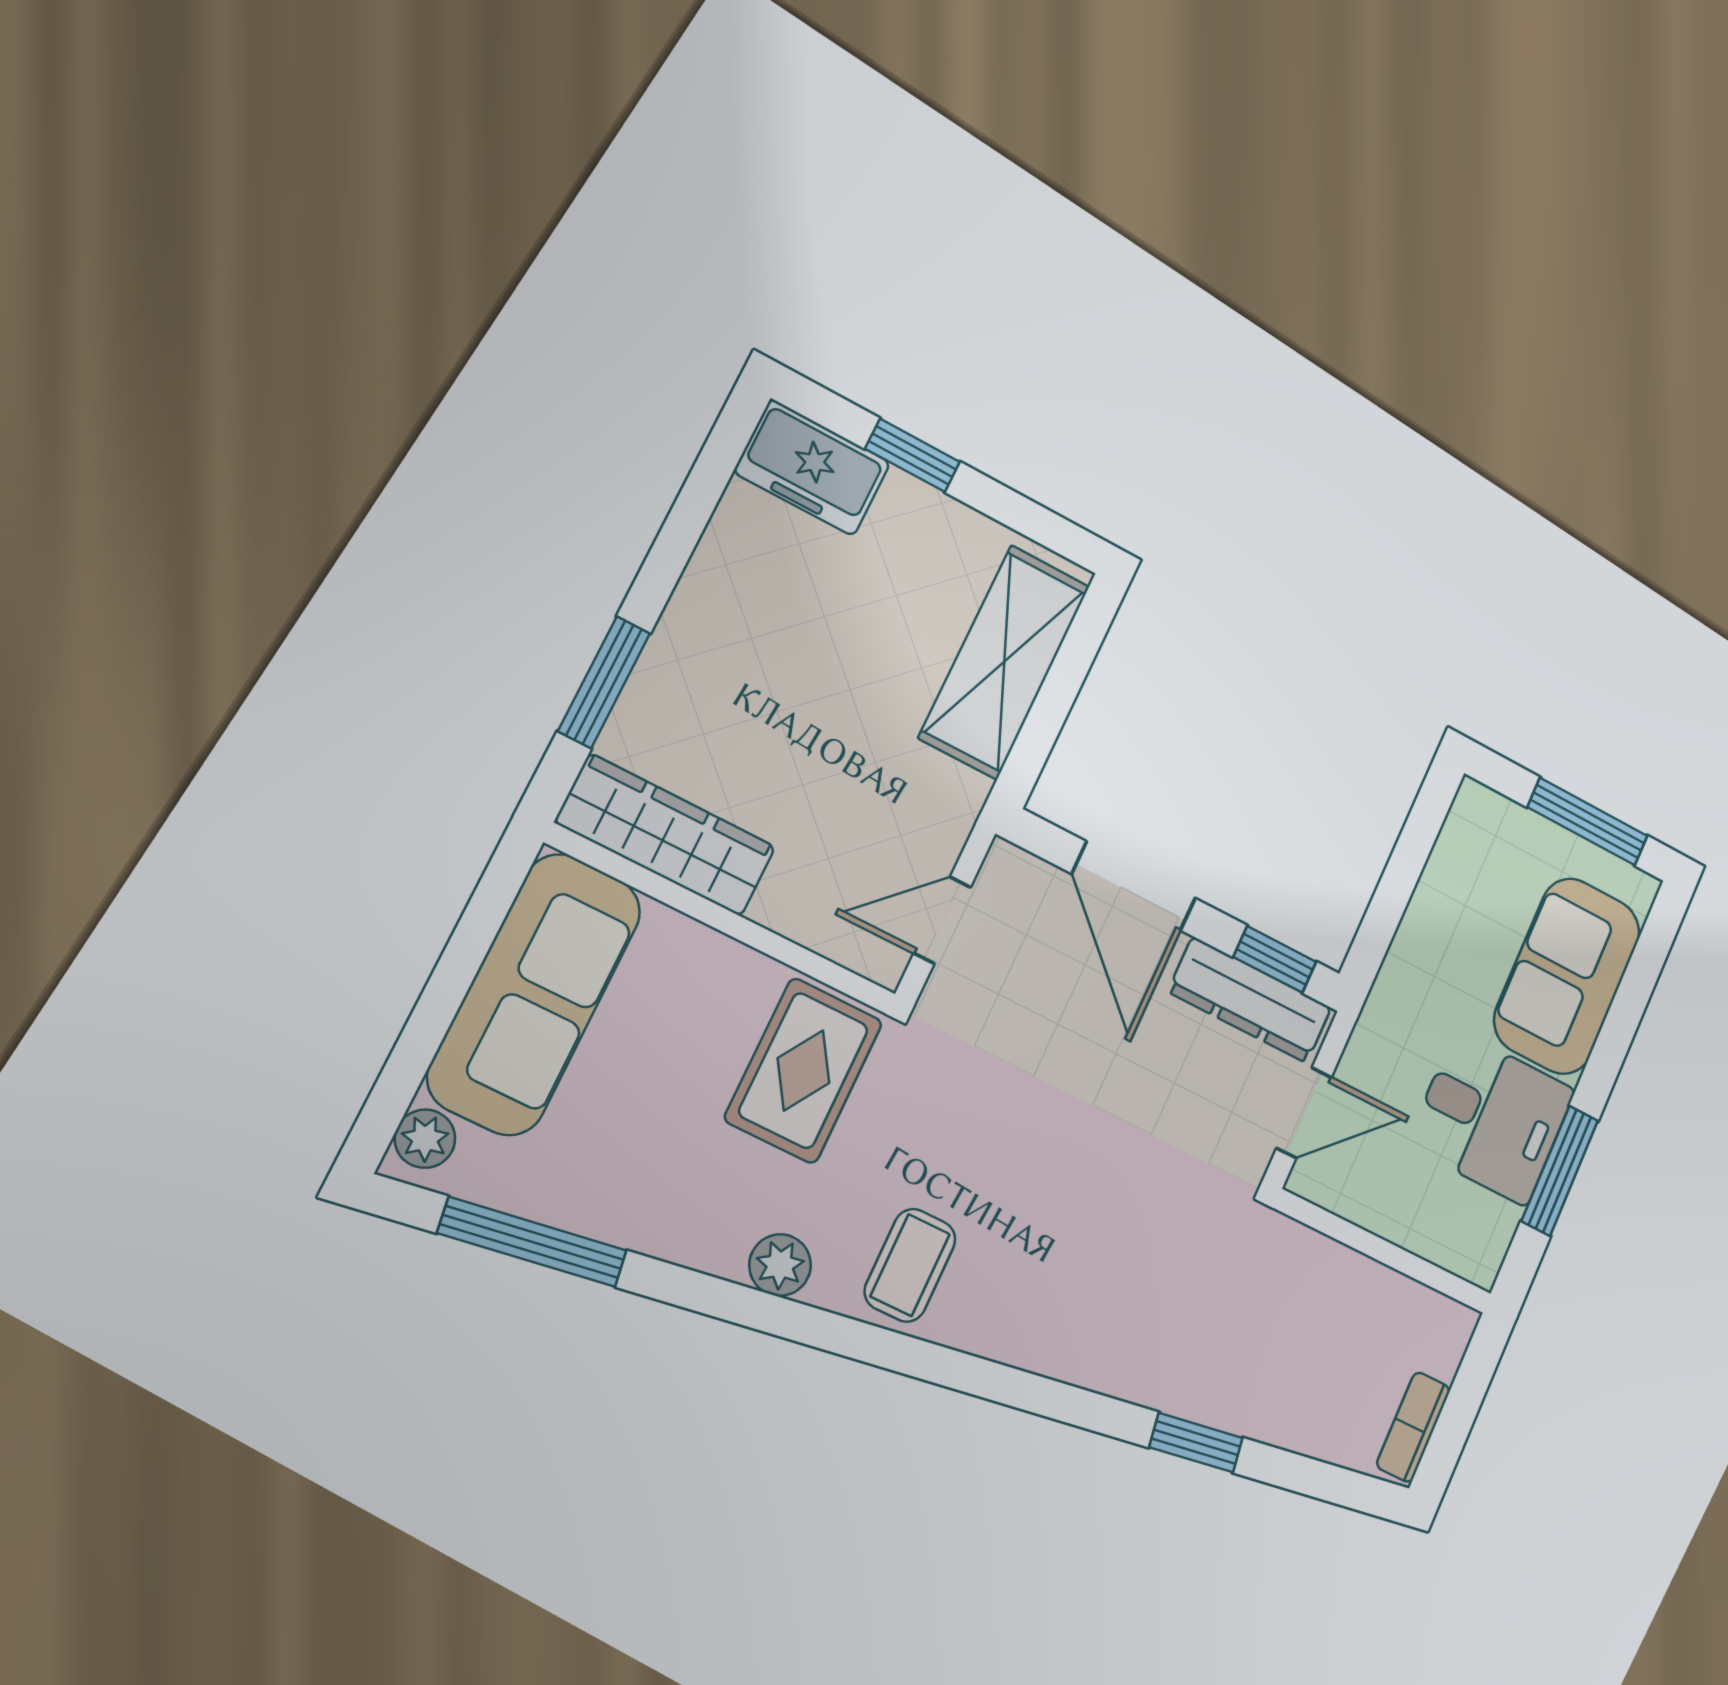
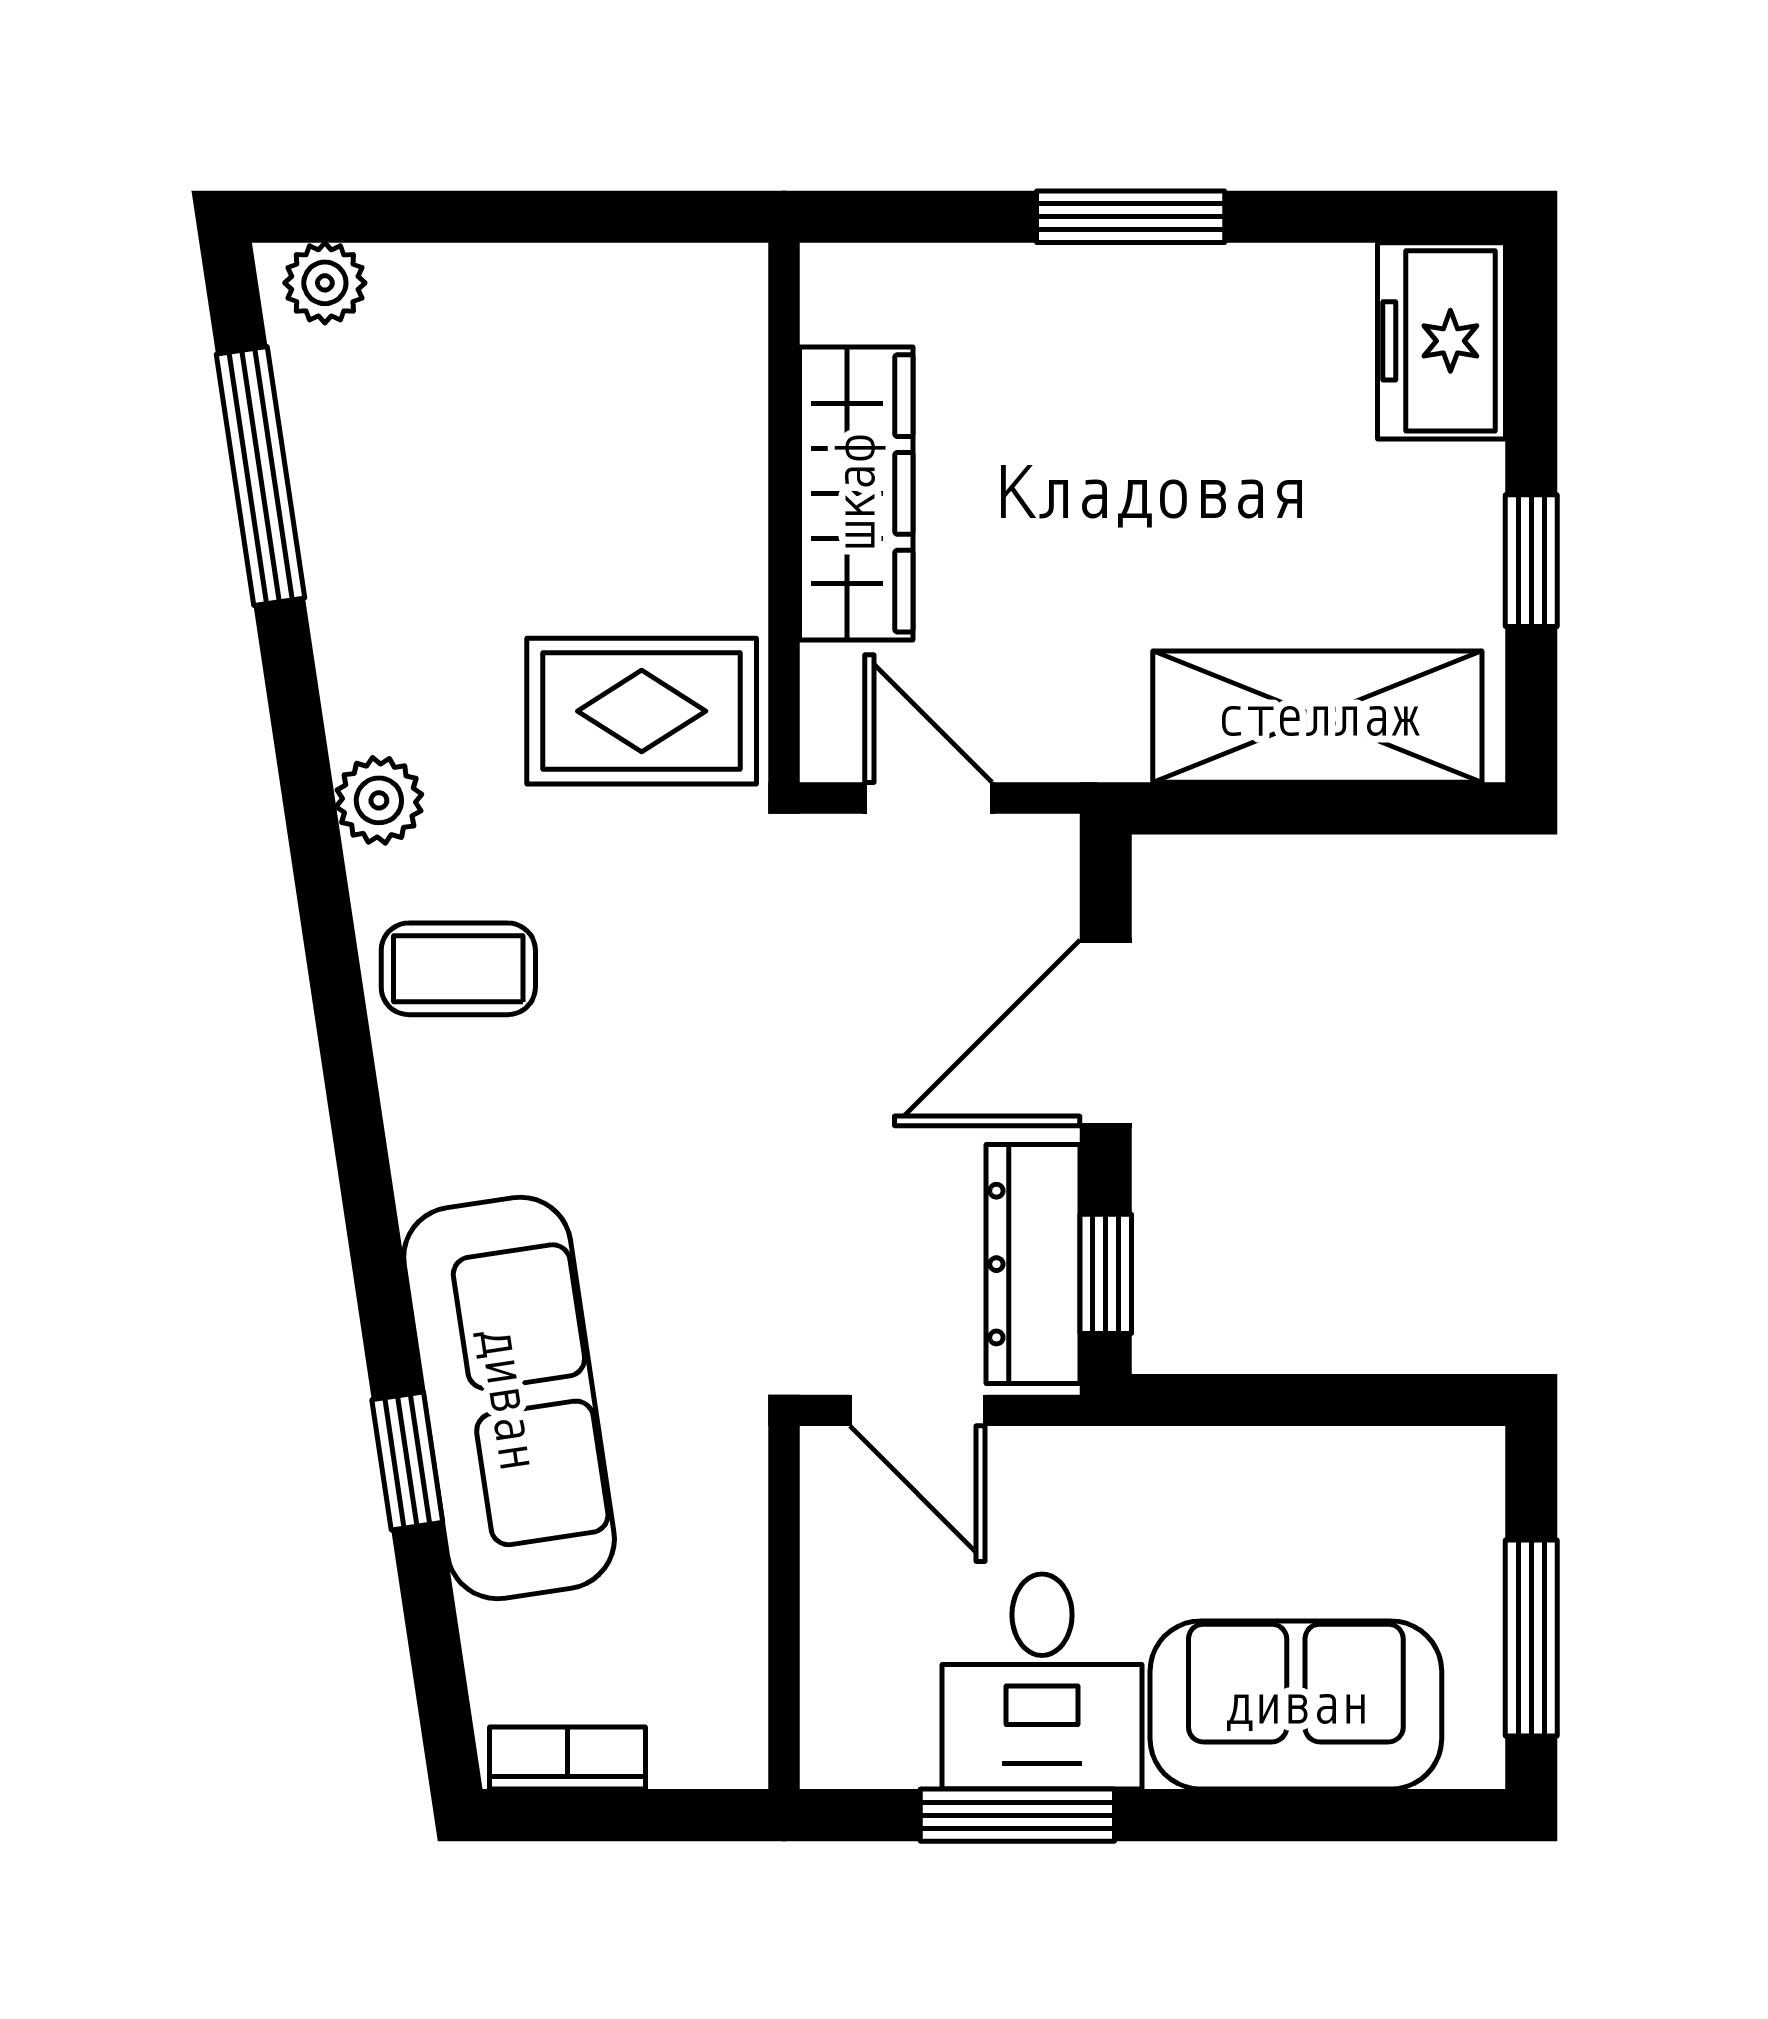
window: (912, 455) -> (1531, 561), moved
window: (604, 682) -> (1131, 217), moved
wardrobe: (665, 835) -> (856, 493), moved
sofa: (535, 994) -> (509, 1398), moved, turned -98

